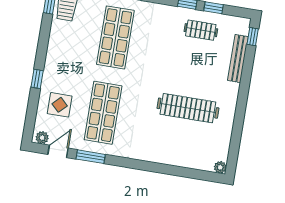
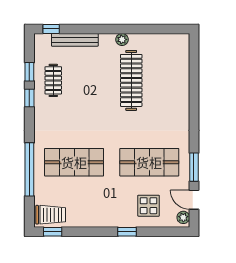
plant: (220, 167) -> (122, 39), moved

